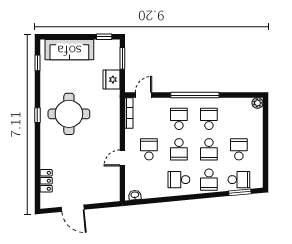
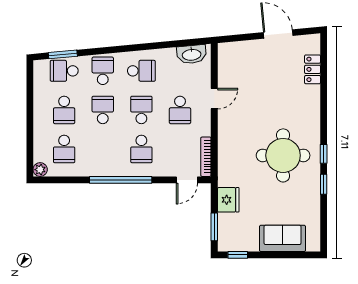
sofa: (69, 50) -> (283, 238), width x0.73
window: (37, 63) -> (324, 184), moved
school desk: (209, 119) -> (64, 149), moved
washbasin: (135, 195) -> (192, 54), width x1.91, depth x1.45

